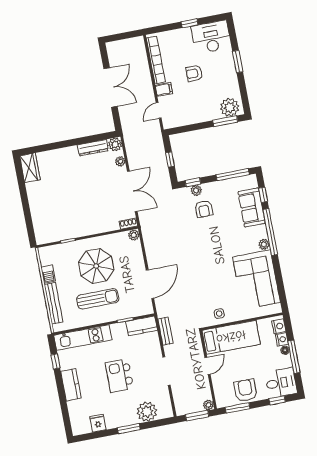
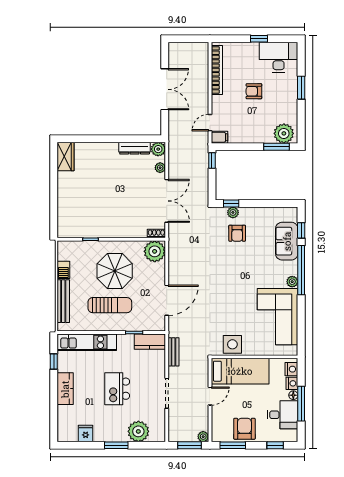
filing cabinet: (164, 89) -> (219, 137), moved
window: (170, 159) -> (212, 160), moved
window: (233, 175) -> (274, 203), removed
plant: (134, 235) -> (155, 251), width x1.88, depth x1.88
side table: (219, 314) -> (232, 344), width x1.87, depth x1.87
desk: (281, 383) -> (283, 415), moved

